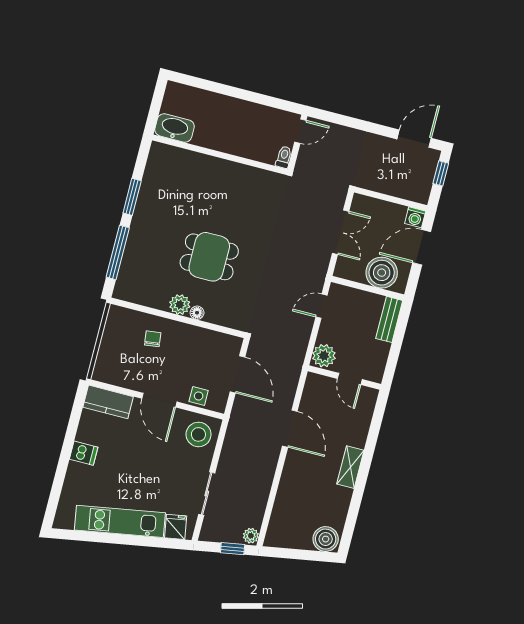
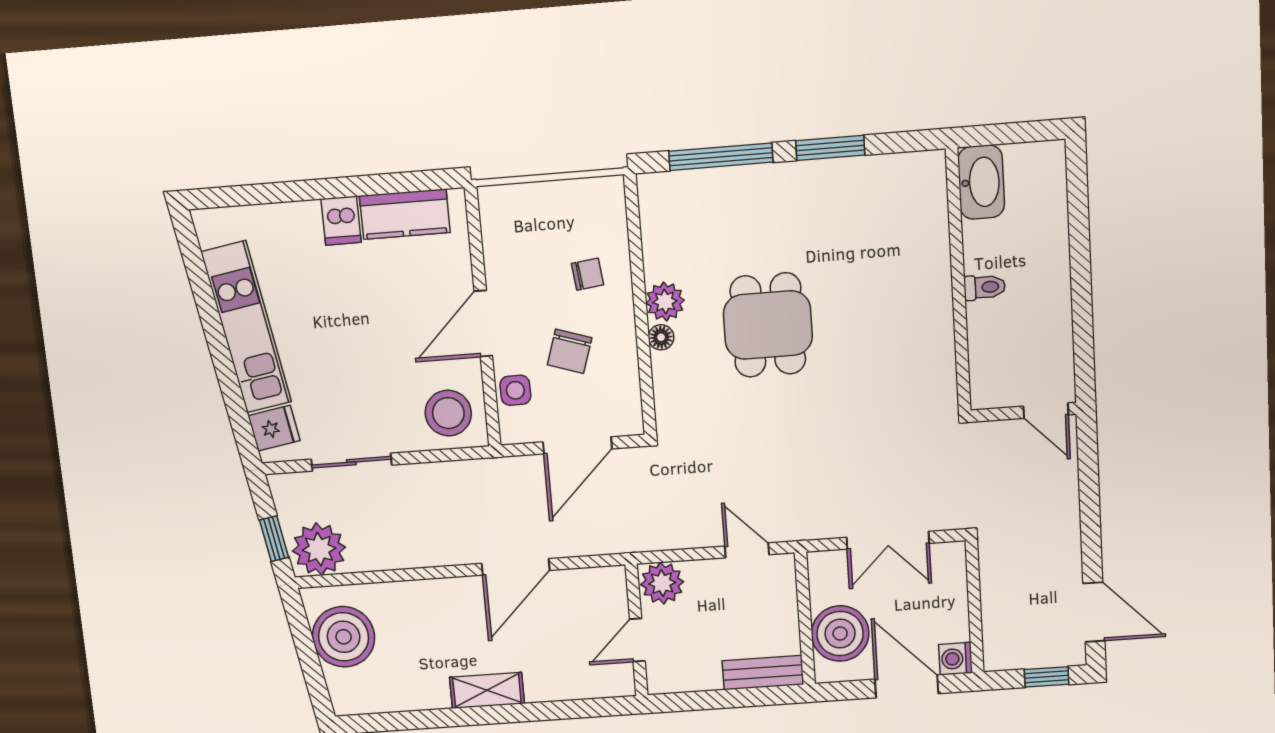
toilet: (284, 157) -> (985, 287), moved
chair: (188, 361) -> (570, 351), added
kitchen counter: (108, 402) -> (405, 214), moved, turned -90
plant: (251, 536) -> (319, 549), width x1.88, depth x1.88
boiler: (326, 539) -> (344, 637), moved, width x1.37, depth x1.37

